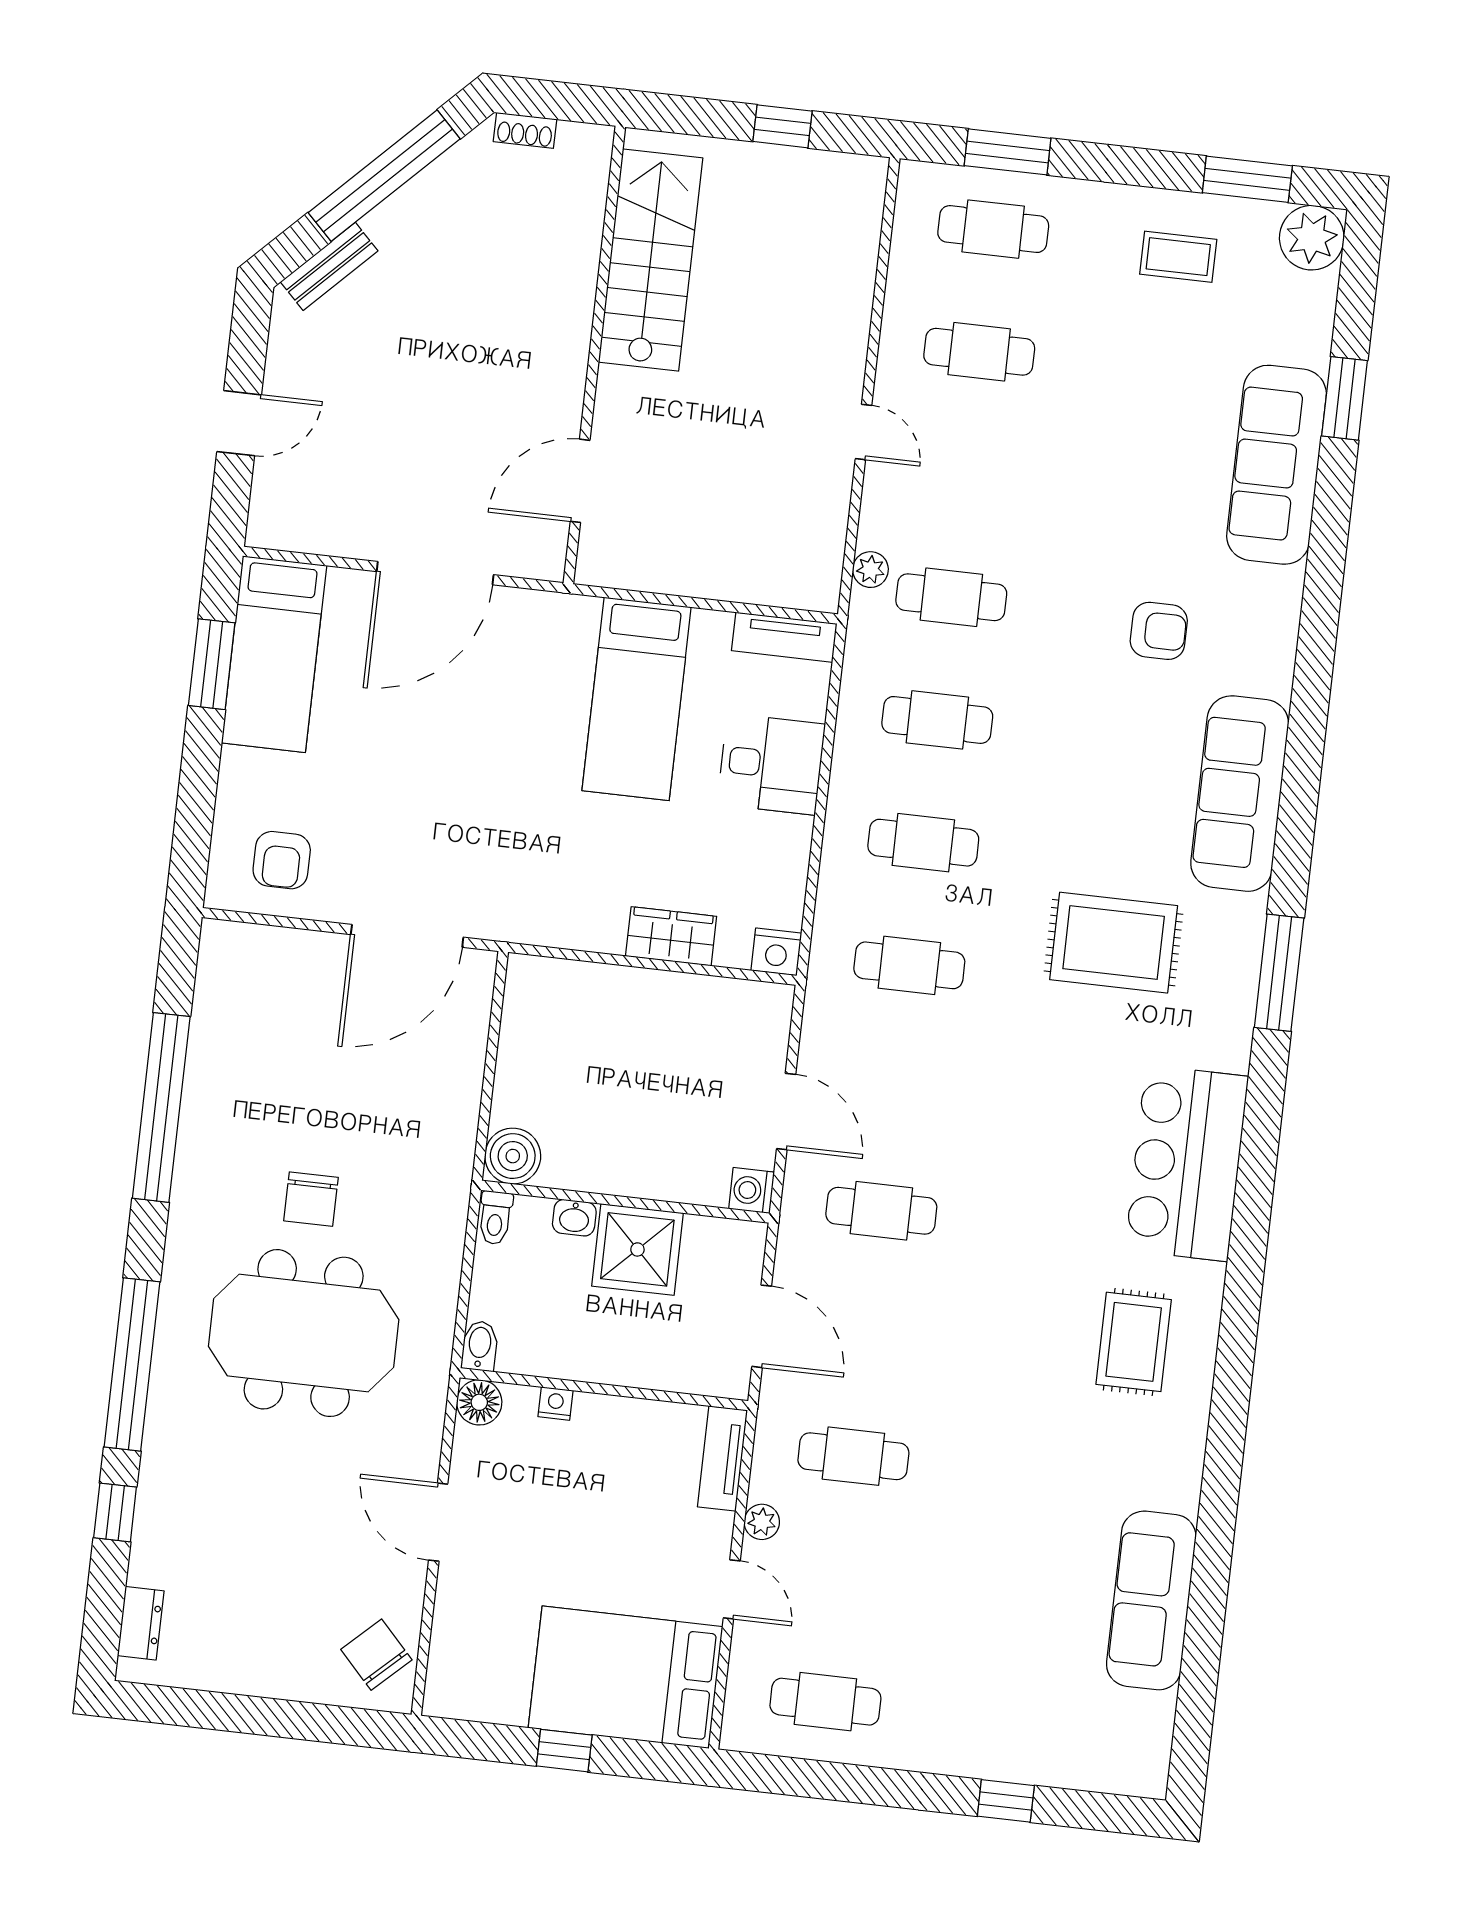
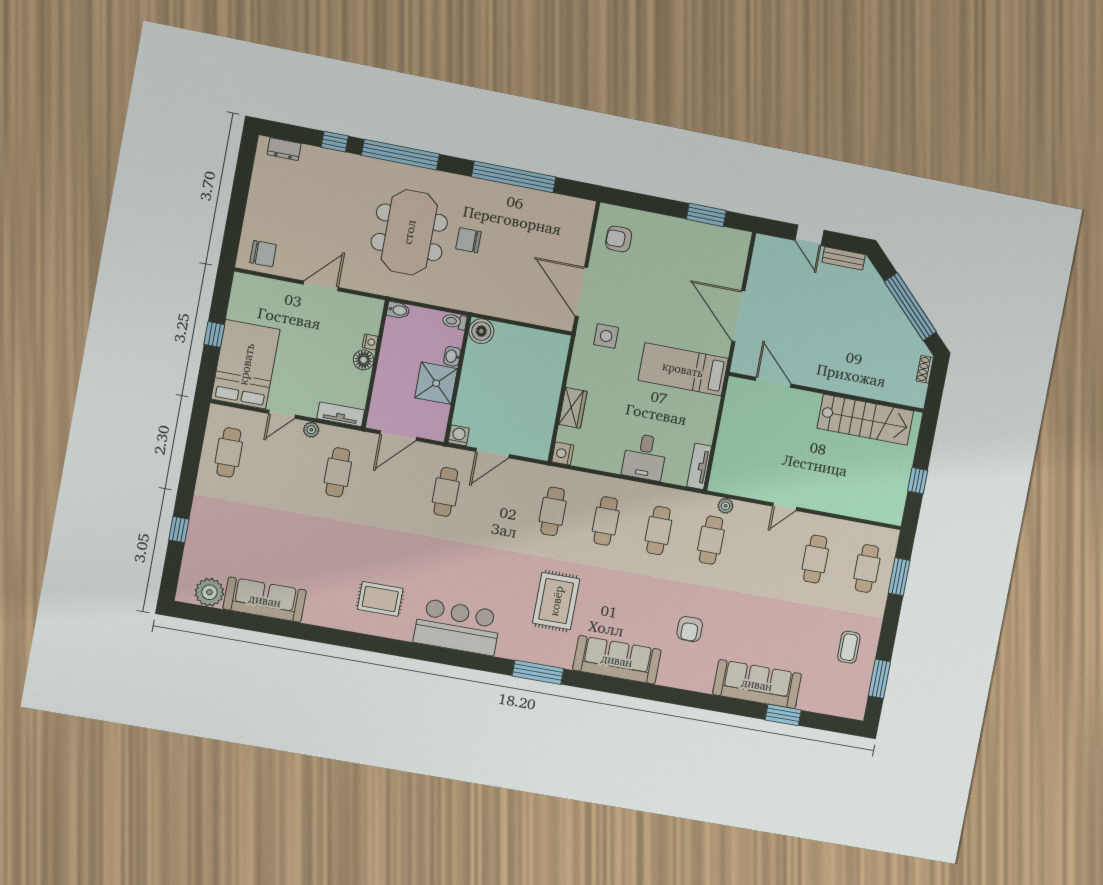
plant: (1312, 238) -> (209, 592), moved
bench: (329, 266) -> (844, 258), moved, turned -45
bed: (274, 654) -> (709, 243), removed
bed: (637, 699) -> (683, 369), moved
side table: (503, 872) -> (606, 336), added
floor lamp: (479, 1402) -> (364, 360), moved
chair: (376, 1655) -> (263, 254), turned 43

